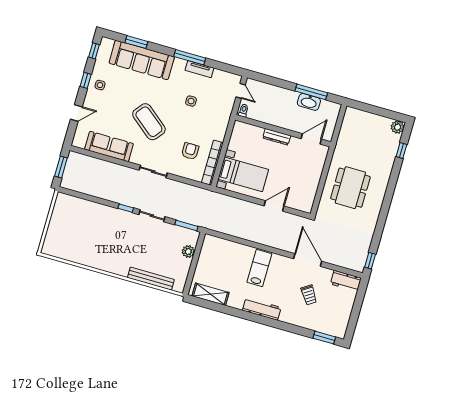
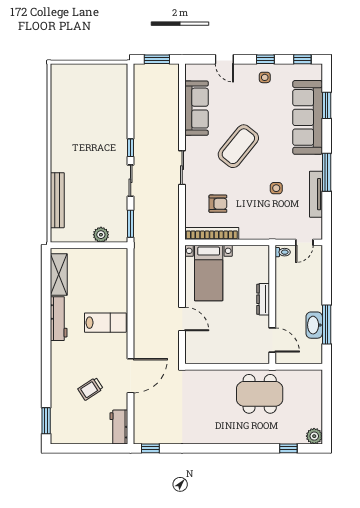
tv unit: (199, 69) -> (316, 194), width x1.41
dining table: (350, 188) -> (260, 394), moved
workbench: (262, 309) -> (59, 319), moved

